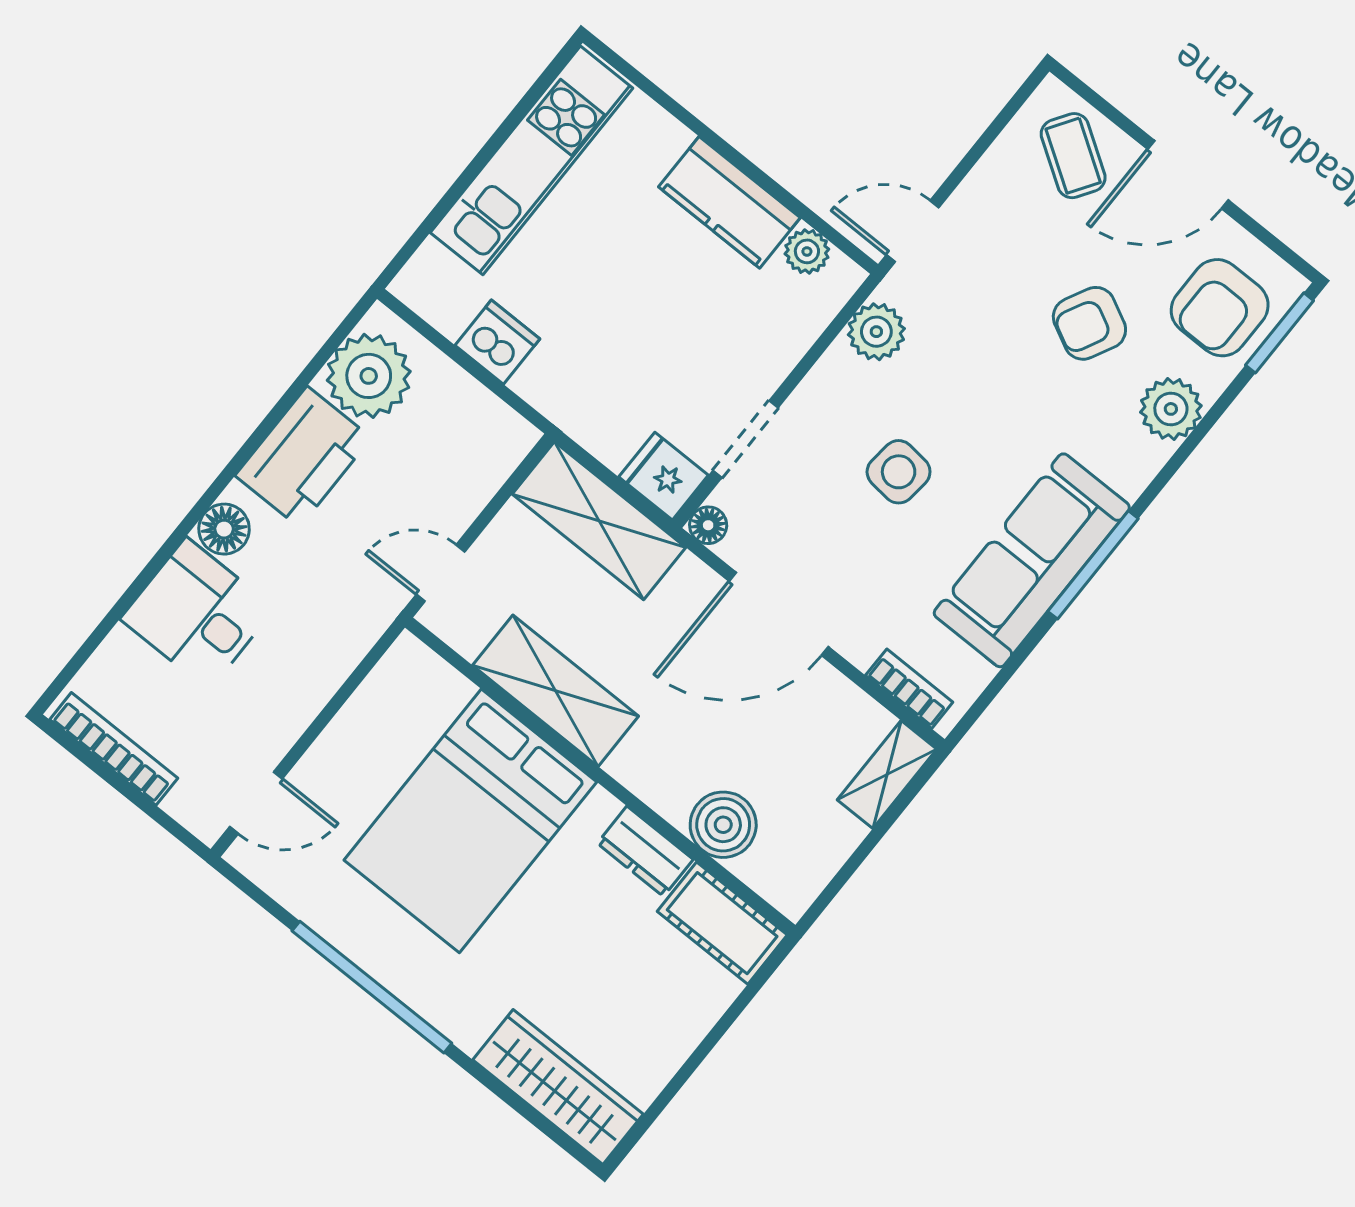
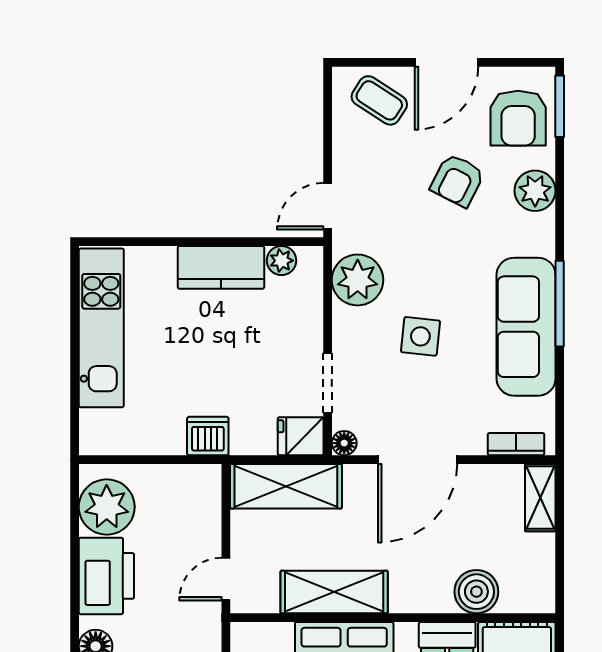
plant: (876, 332) -> (358, 280), width x1.36, depth x1.36
dishwasher: (497, 342) -> (208, 436), moved

